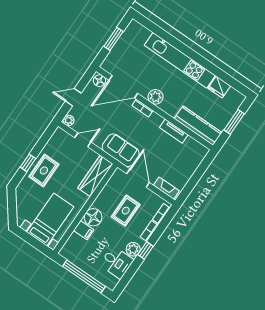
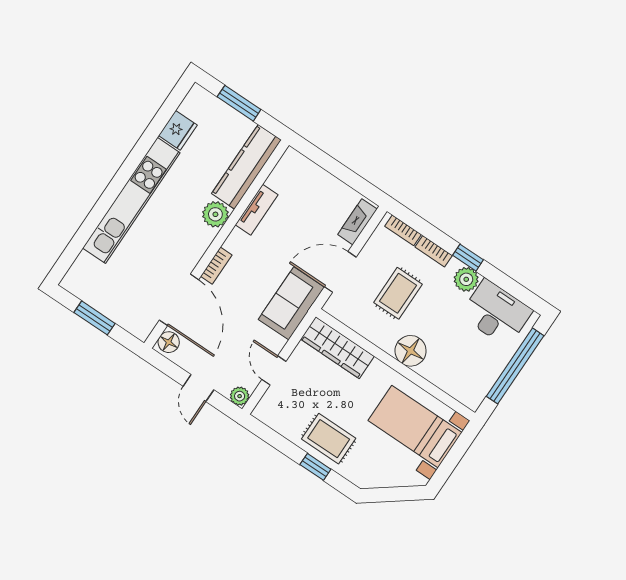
plant: (156, 97) -> (215, 214), moved
rug: (126, 211) -> (398, 293), turned 90
filing cabinet: (84, 230) -> (433, 367), removed
desk: (117, 262) -> (496, 313), width x1.37

